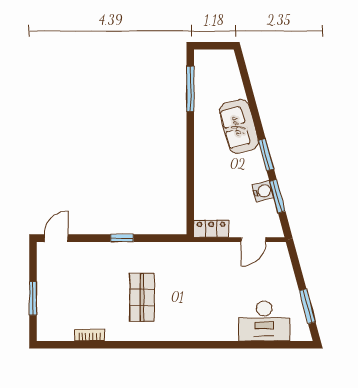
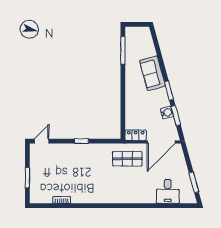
door: (253, 240) -> (161, 142), width x1.88
shop shelf: (142, 297) -> (127, 159), moved, turned 90
desk: (264, 321) -> (168, 191), width x0.73

